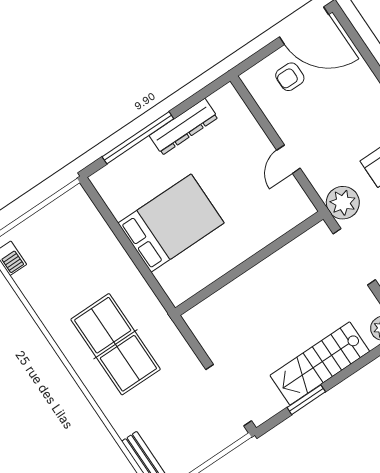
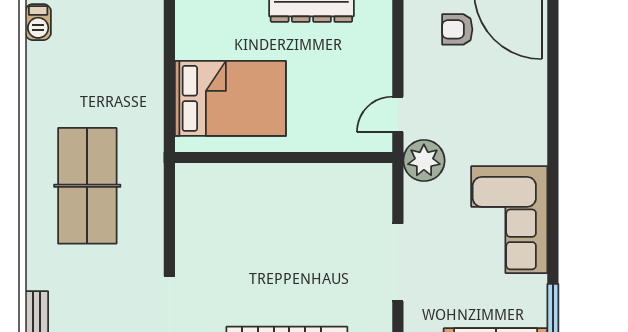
plant: (343, 203) -> (424, 161), moved
wall: (249, 263) -> (284, 157), moved

